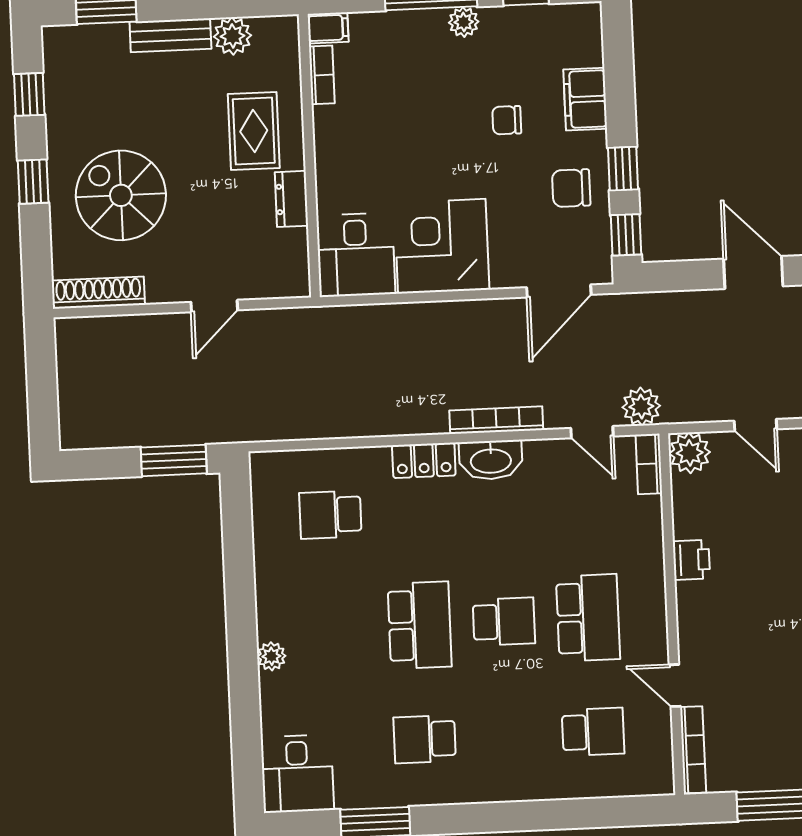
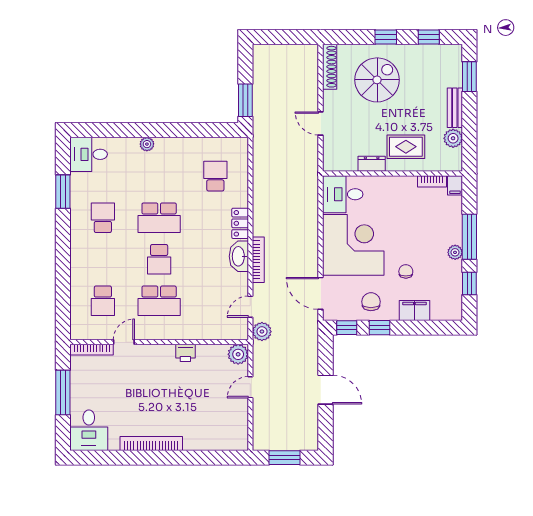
corner desk: (442, 246) -> (353, 245), width x1.36, depth x1.36
door: (753, 273) -> (325, 390), hinge flipped
bookcase: (649, 464) -> (234, 334), removed

